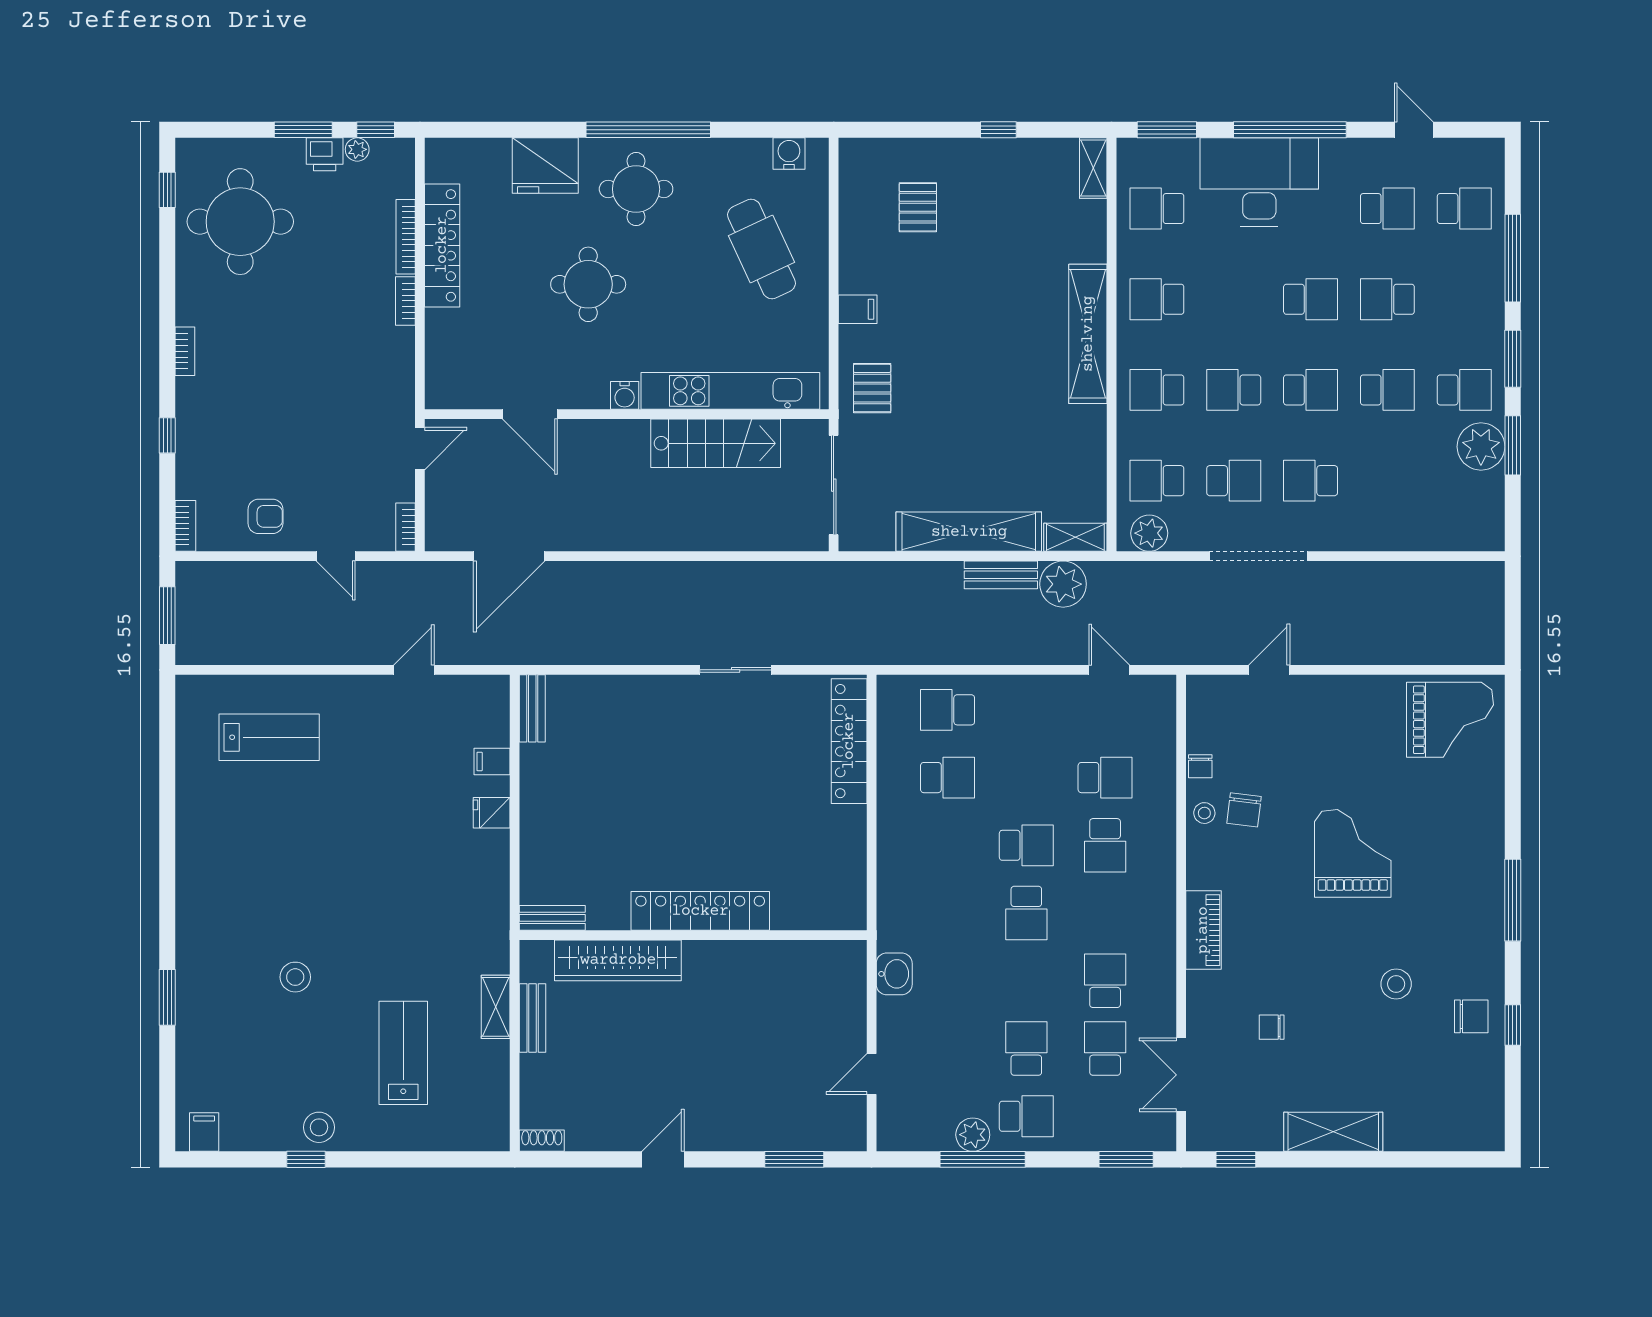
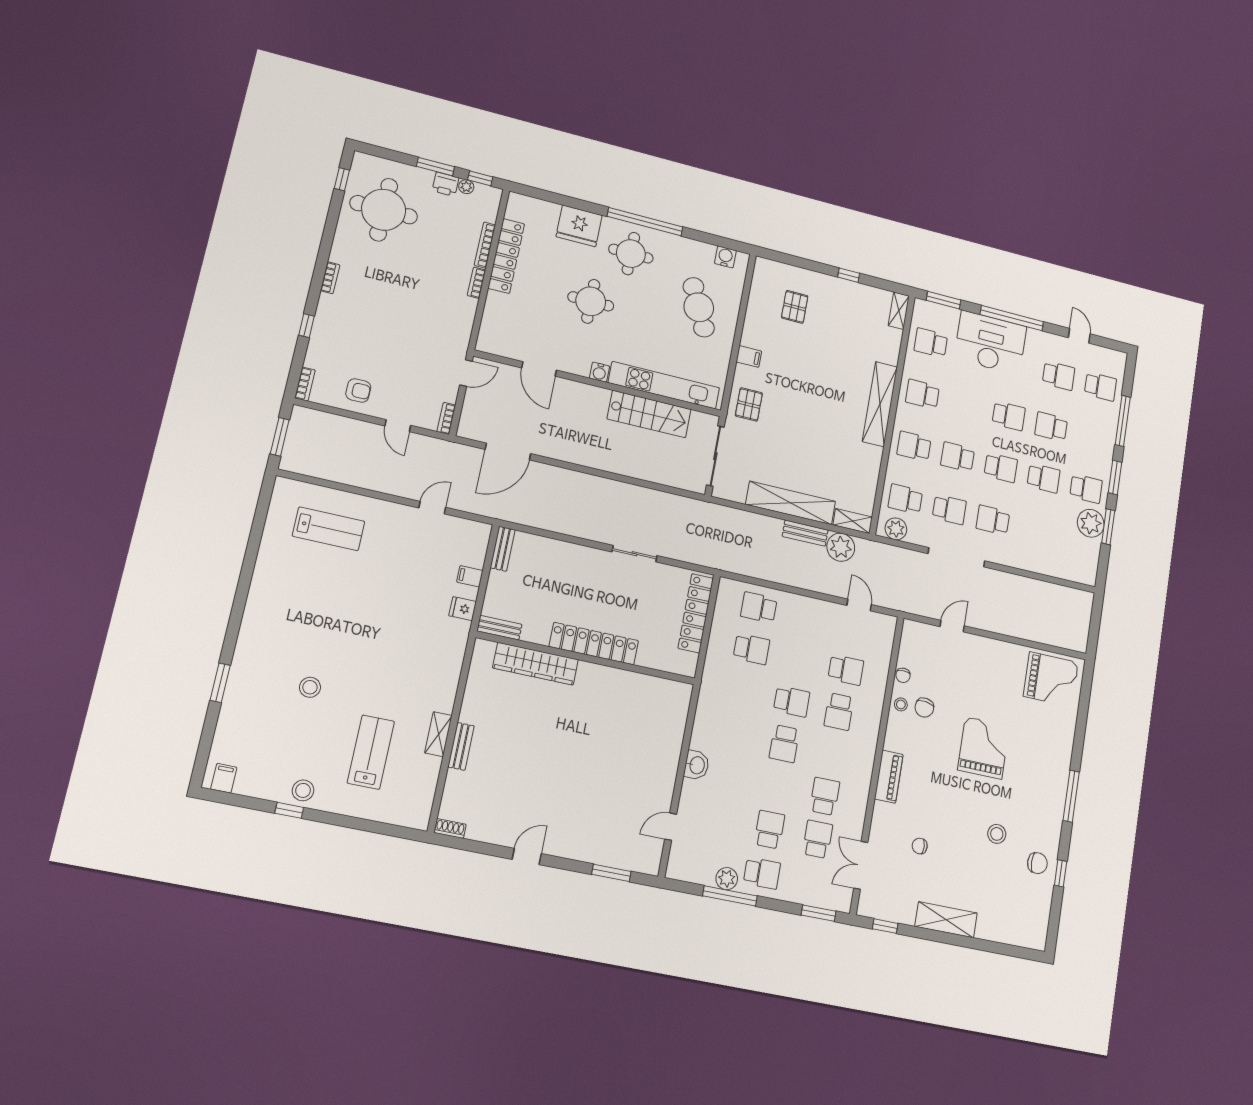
locker: (700, 911) -> (594, 644), moved
bench: (552, 918) -> (499, 628), moved
wall: (693, 935) -> (586, 658), moved
wardrobe: (618, 960) -> (536, 664), moved

